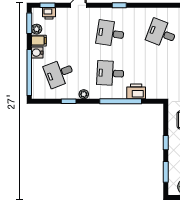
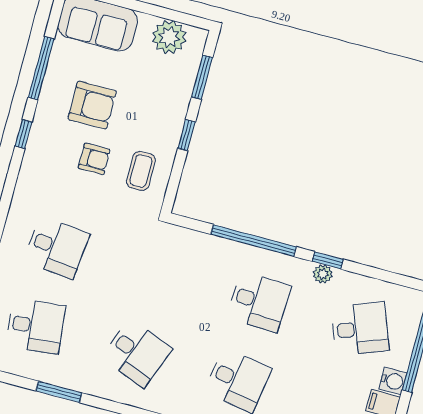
printer: (136, 91) -> (218, 252), removed
window: (69, 101) -> (328, 260), moved

